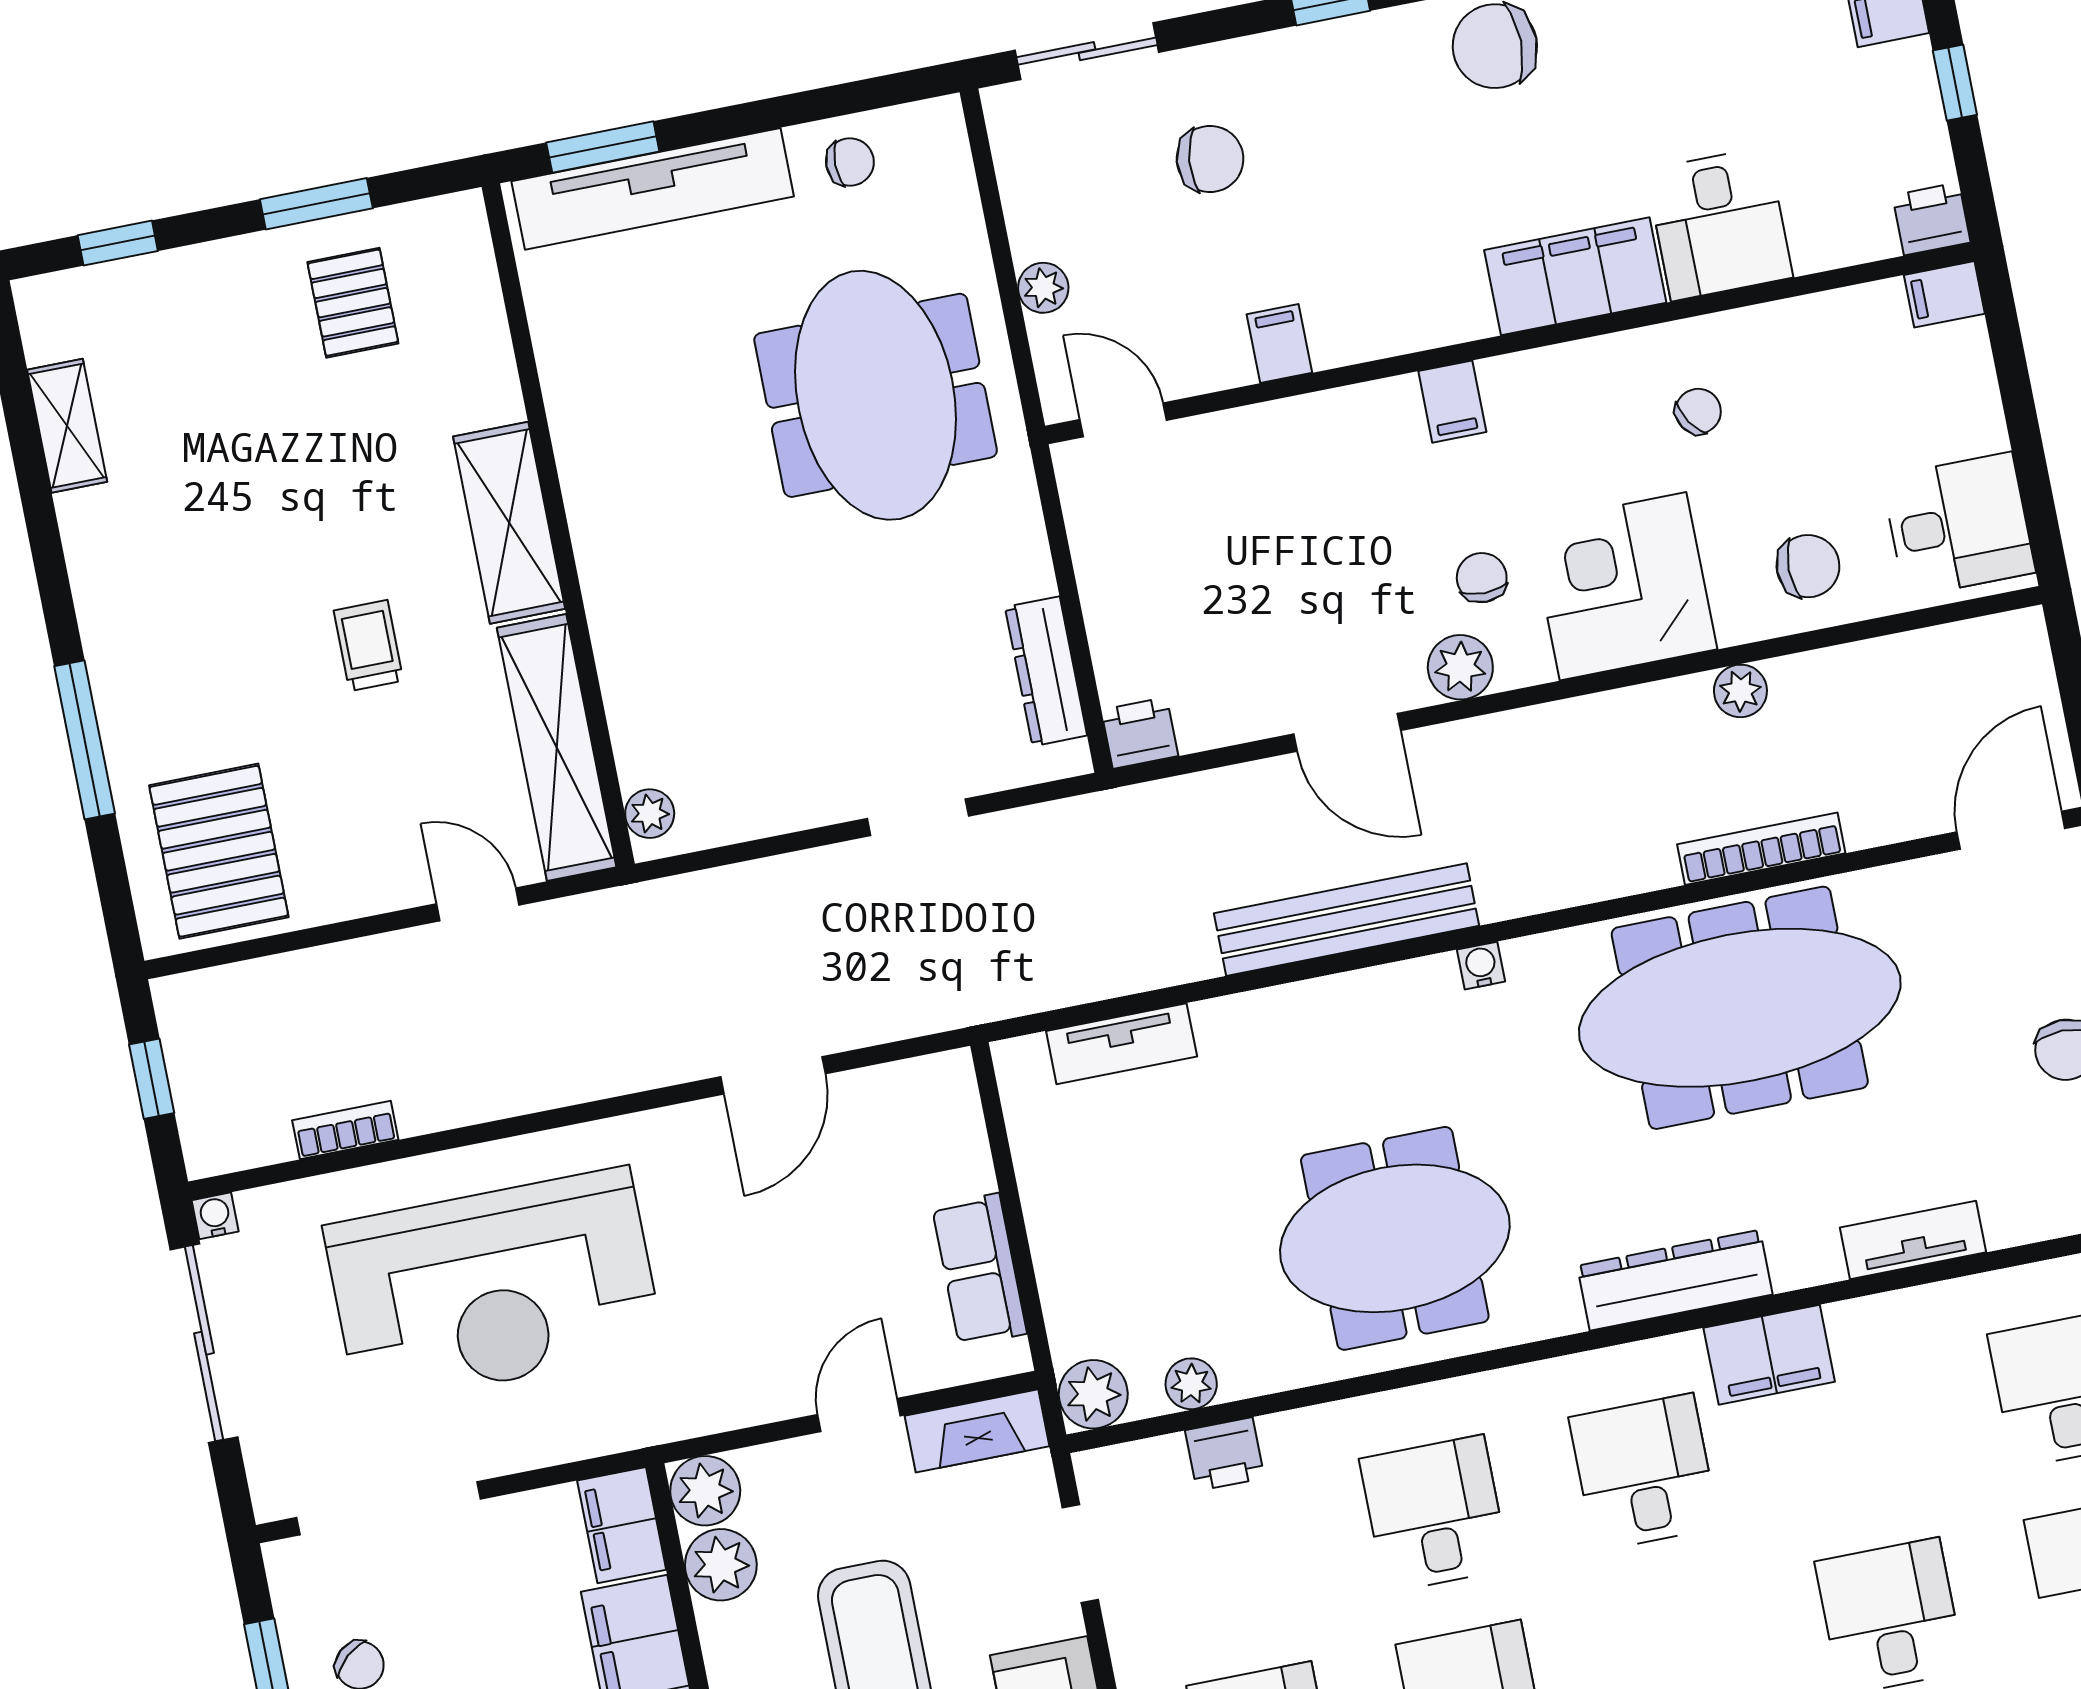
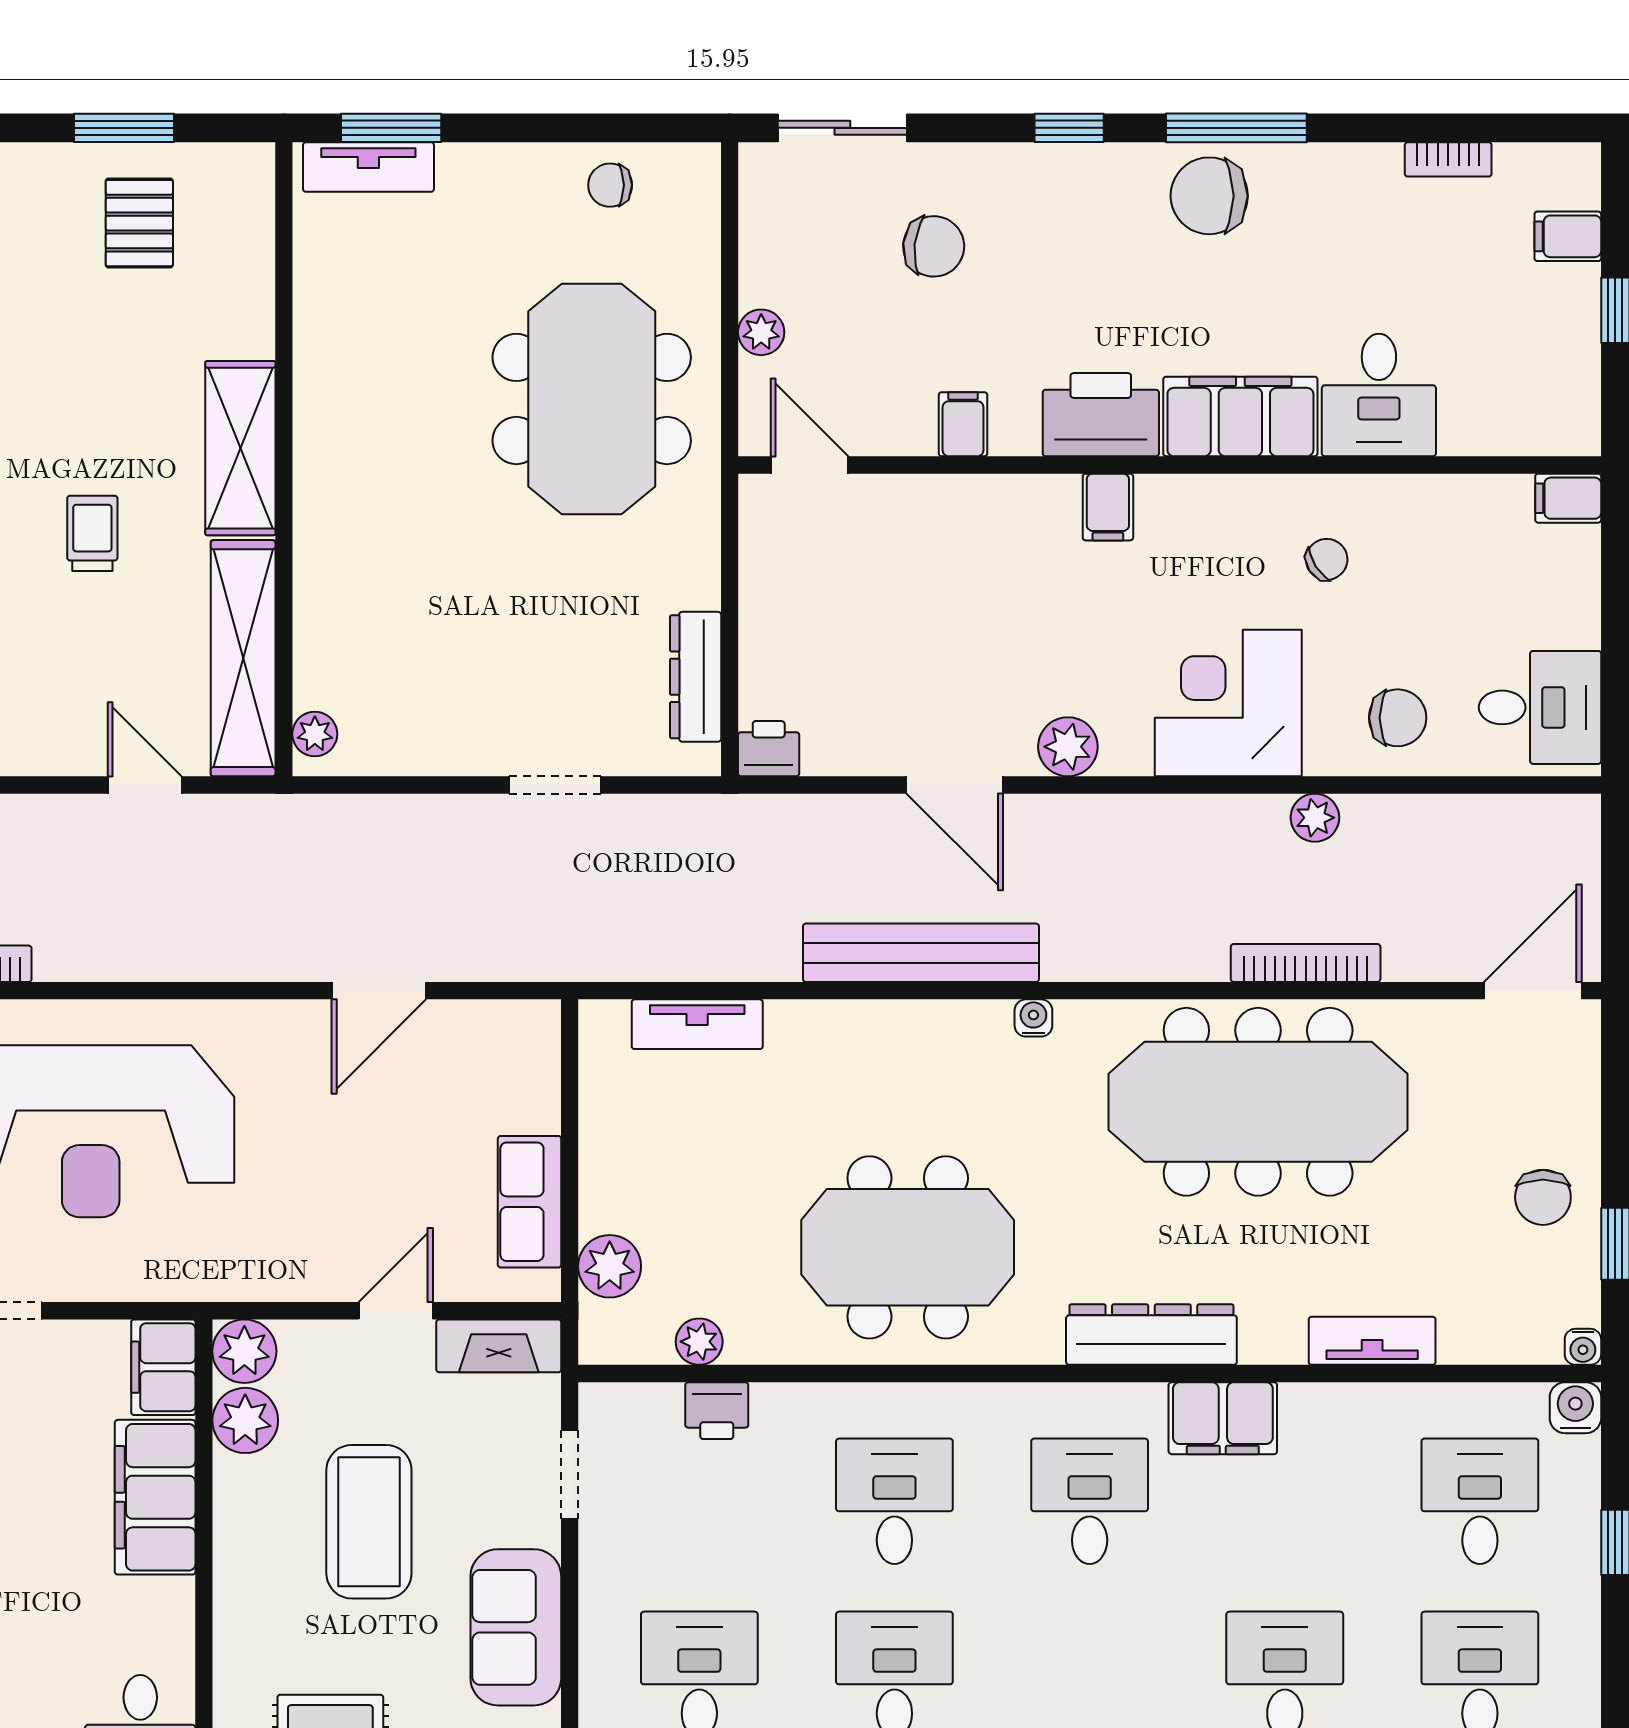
chair: (850, 162) -> (610, 185), turned 180
tv unit: (653, 189) -> (368, 167), width x0.52, depth x0.78
printer: (1931, 219) -> (1101, 415), moved, width x1.87, depth x1.48
chair: (1482, 578) -> (1103, 670), removed
plant: (1093, 1394) -> (610, 1266), moved

